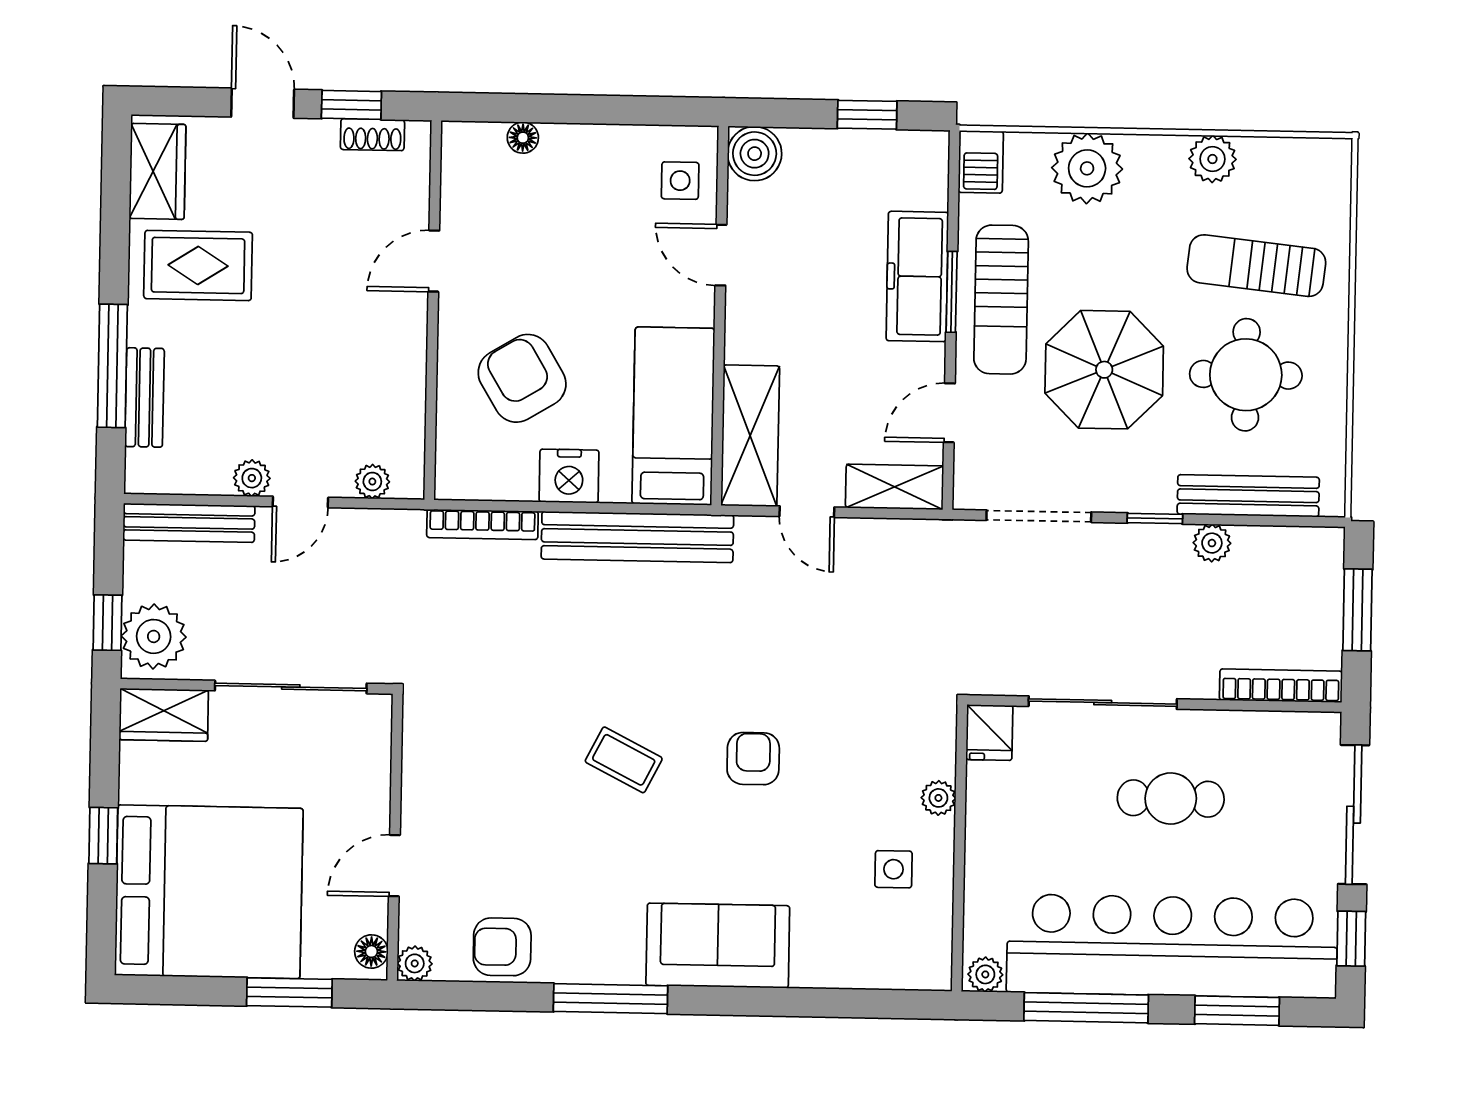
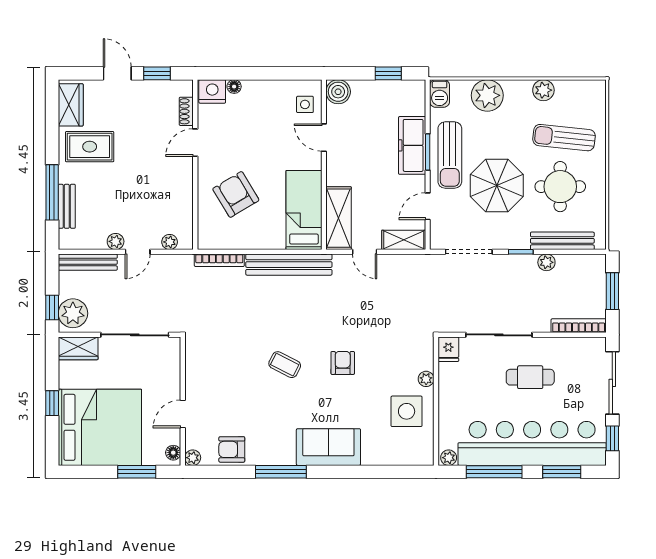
shoe rack: (372, 135) -> (186, 111), moved, turned 90
nightstand: (569, 476) -> (212, 91), moved, turned 180
side table: (894, 869) -> (407, 411), width x1.87, depth x1.87

